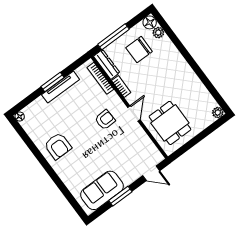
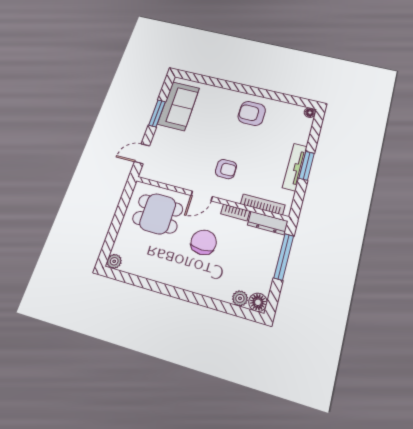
chair: (139, 50) -> (204, 242), moved
door: (134, 113) -> (202, 196), hinge flipped
armchair: (105, 120) -> (226, 169), turned -88

